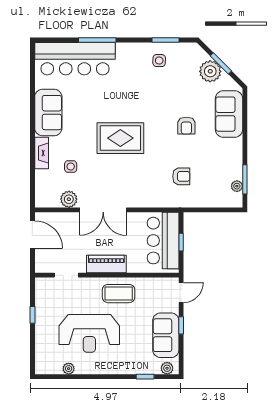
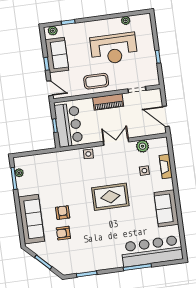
side table: (159, 61) -> (88, 154), moved
plant: (210, 71) -> (50, 255), removed
sofa: (229, 114) -> (31, 219), width x1.36
fireplace: (42, 153) -> (166, 166), moved
armchair: (181, 176) -> (63, 233), moved
double door: (103, 210) -> (116, 142), width x0.73
door: (181, 293) -> (50, 88), swing flipped
reception desk: (89, 333) -> (114, 49), turned 180

